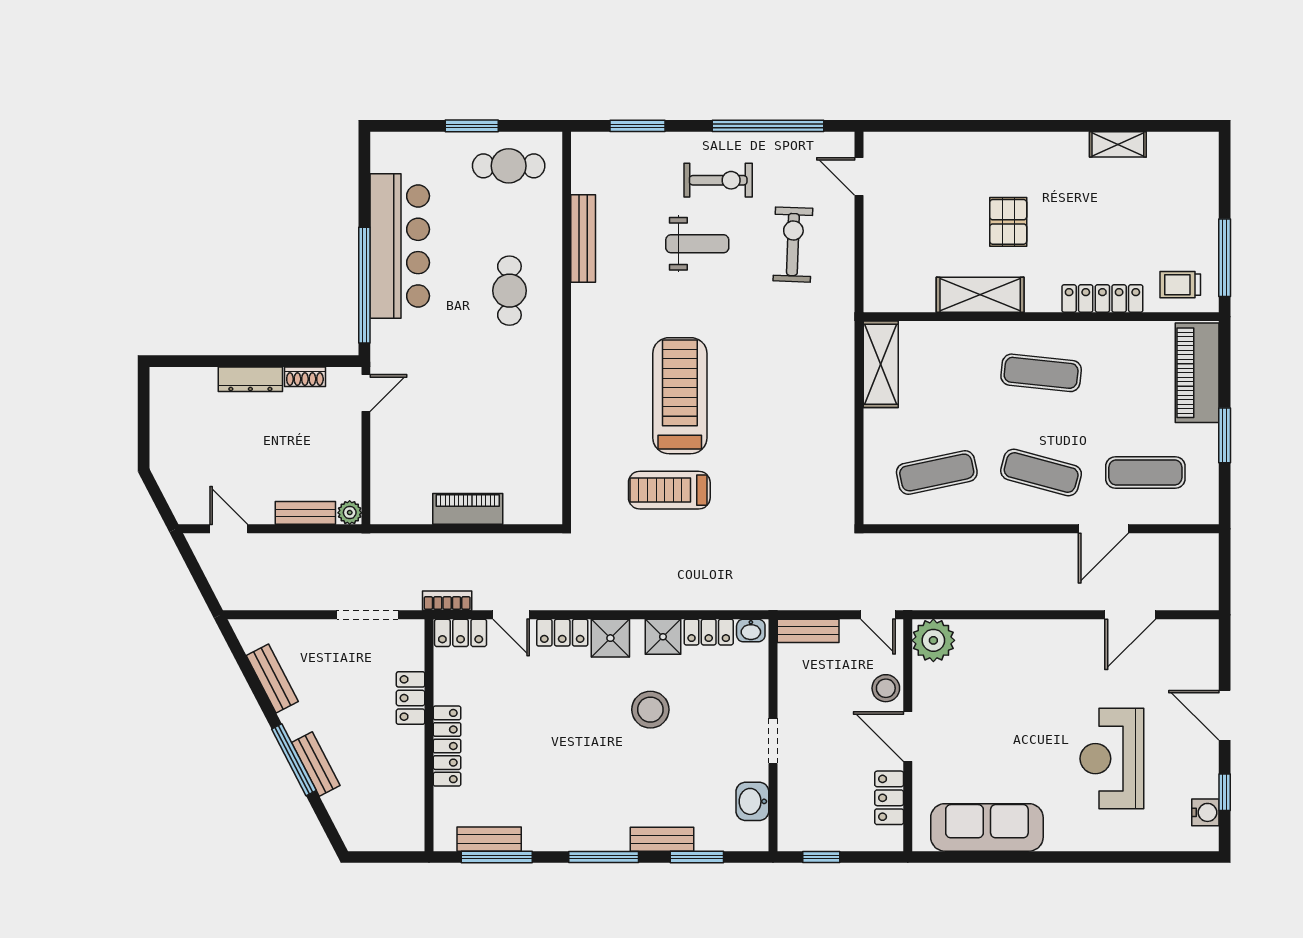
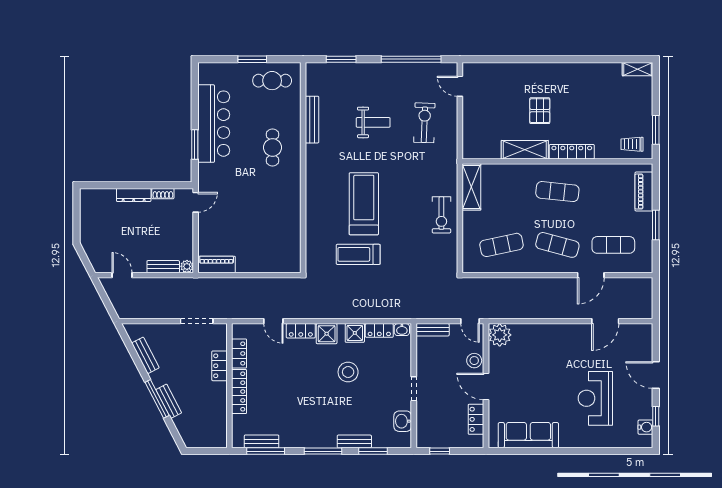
shelving: (1118, 144) -> (638, 69), moved
exercise bike: (718, 180) -> (441, 215), moved, turned 90
window: (1225, 258) -> (656, 130), width x0.69
window: (364, 285) -> (195, 144), width x0.47
locker: (1102, 298) -> (572, 152), moved
piano: (1197, 373) -> (644, 192), width x0.73, depth x0.75
piano: (468, 509) -> (217, 264), moved
bookcase: (447, 601) -> (239, 314), removed
locker: (461, 633) -> (239, 353), moved, turned -90

